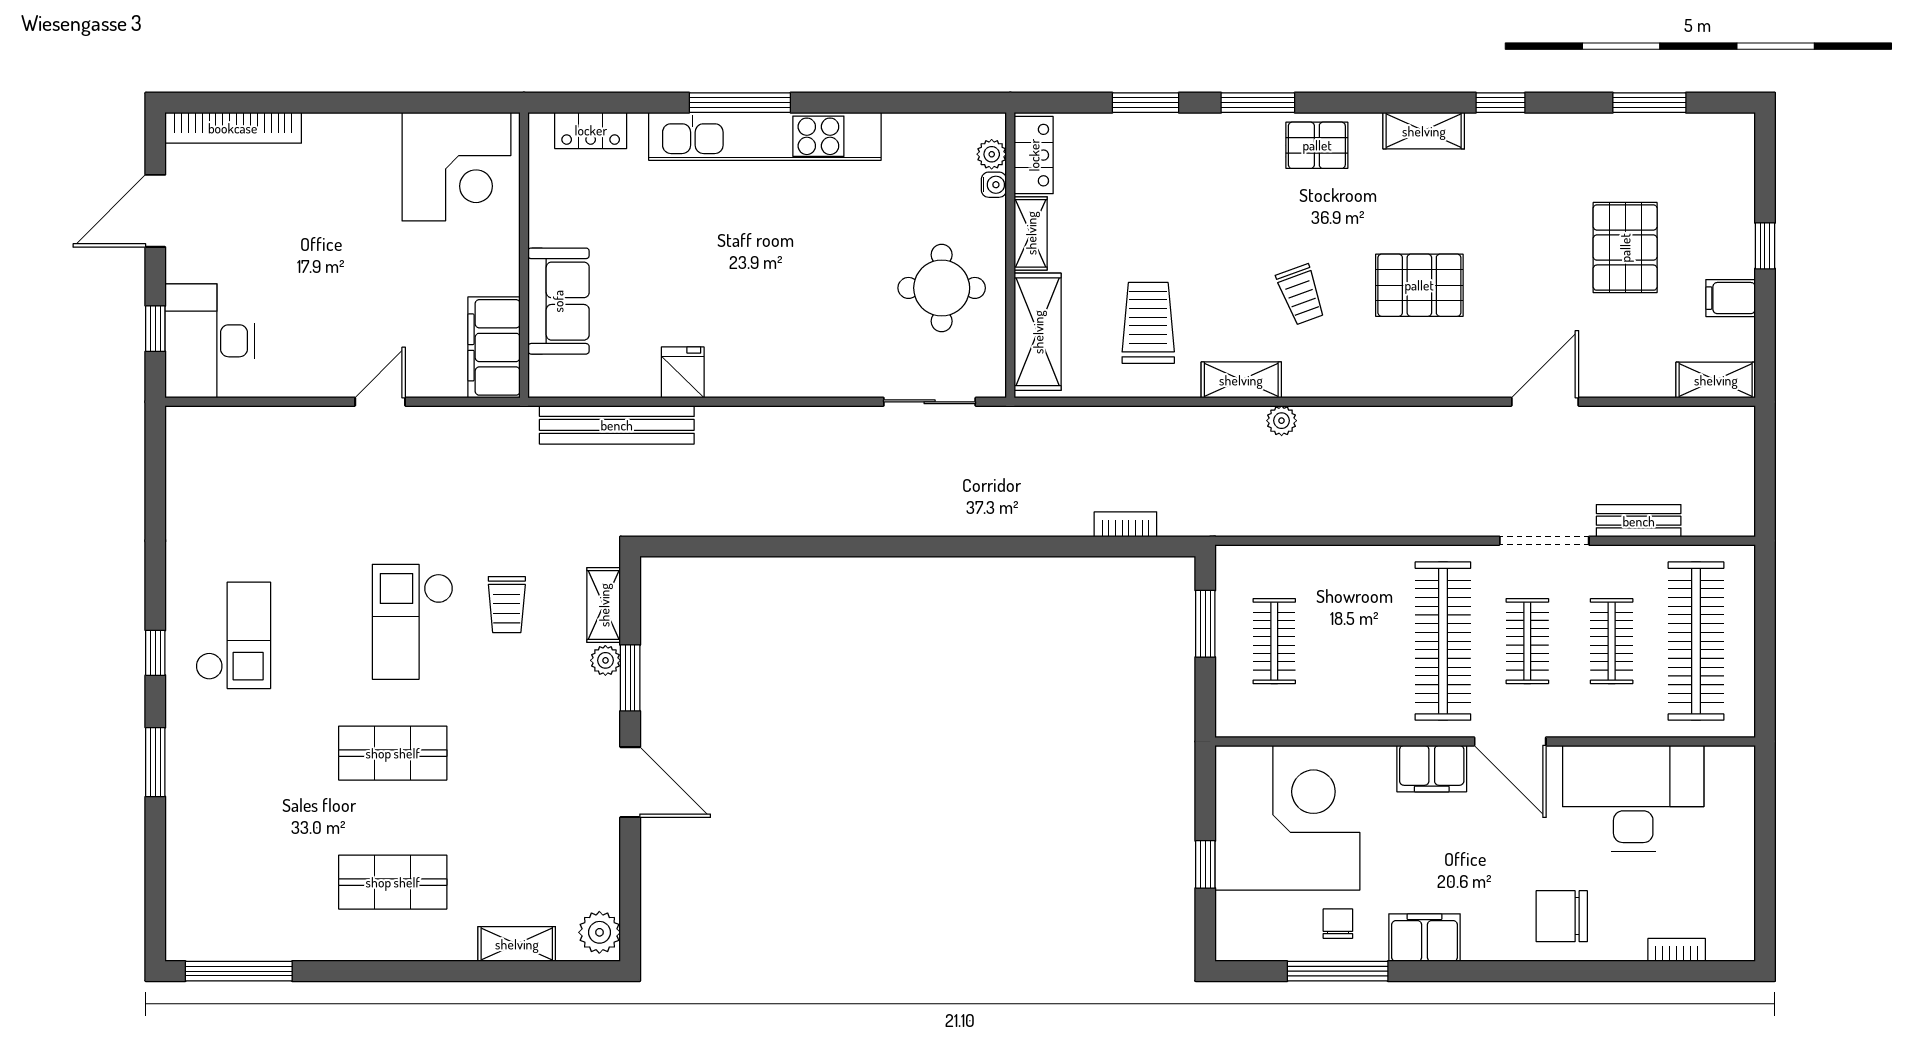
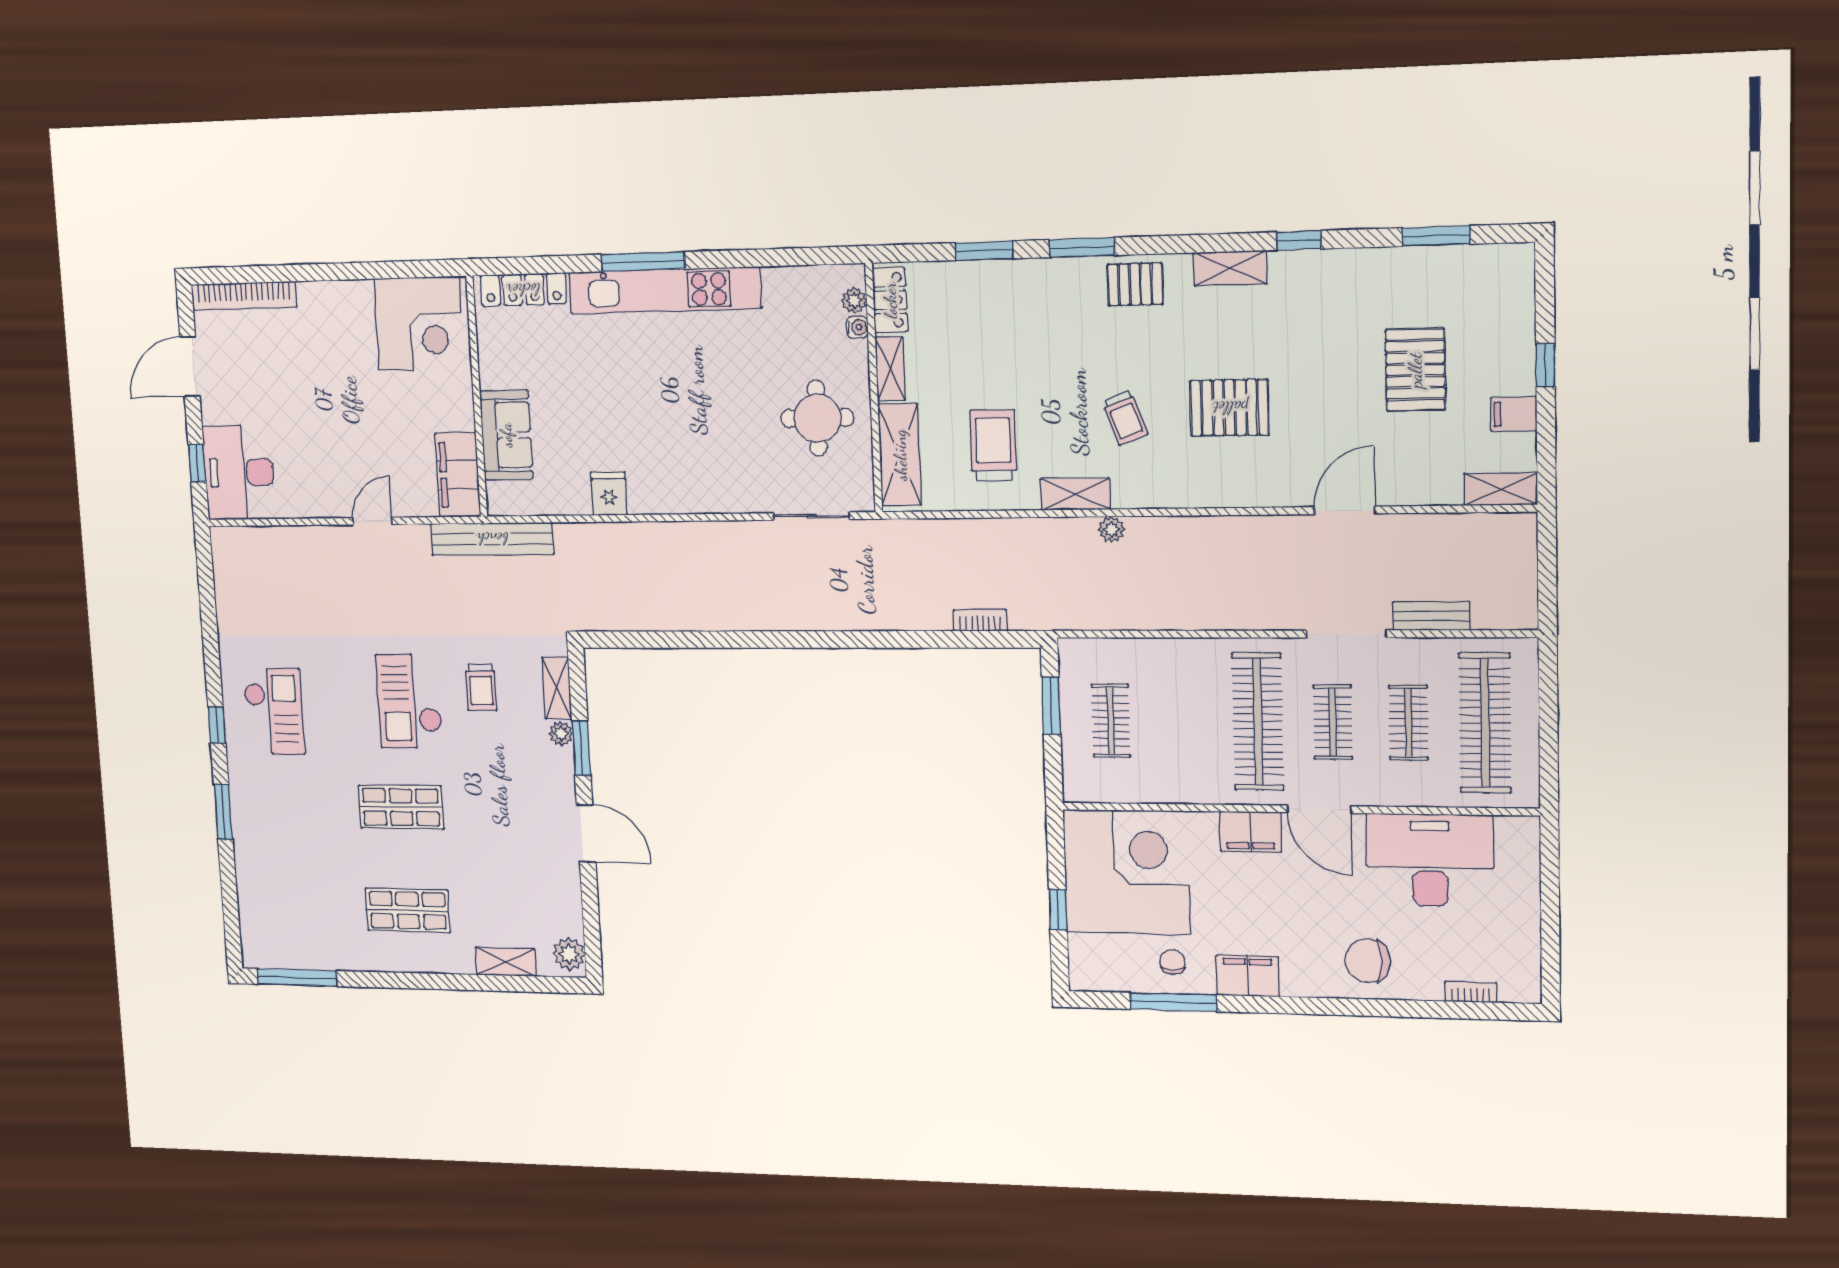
locker: (591, 130) -> (523, 290), width x1.53
bench: (617, 425) -> (492, 539), moved

